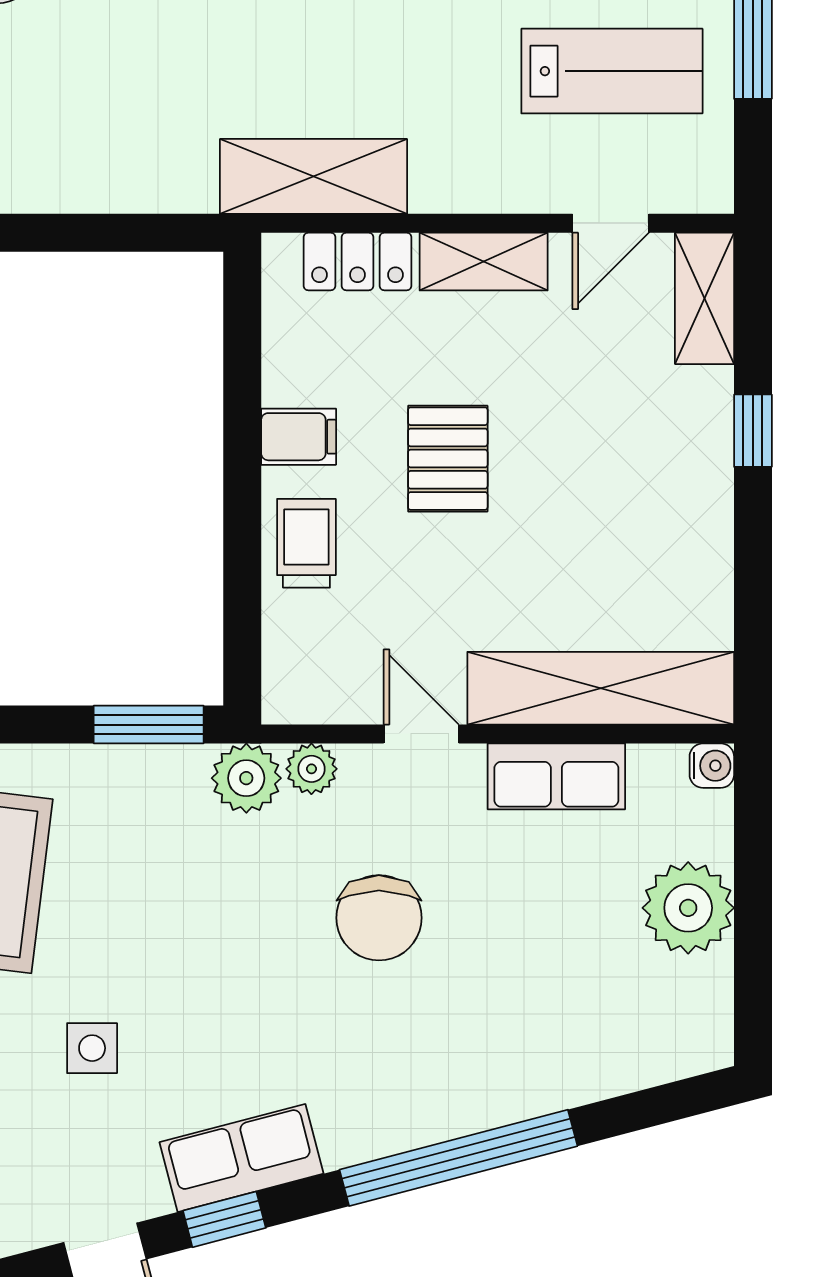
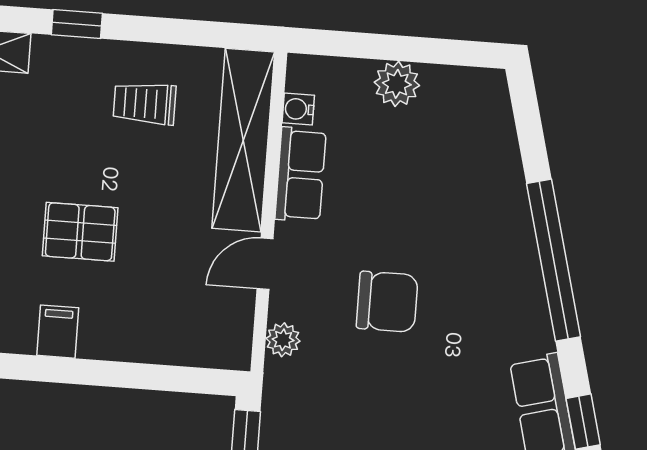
trolley: (306, 543) -> (145, 103), moved
water cooler: (712, 766) -> (298, 109), moved, turned -90
plant: (246, 778) -> (286, 384), removed
plant: (688, 908) -> (397, 84), width x0.73, depth x0.73

